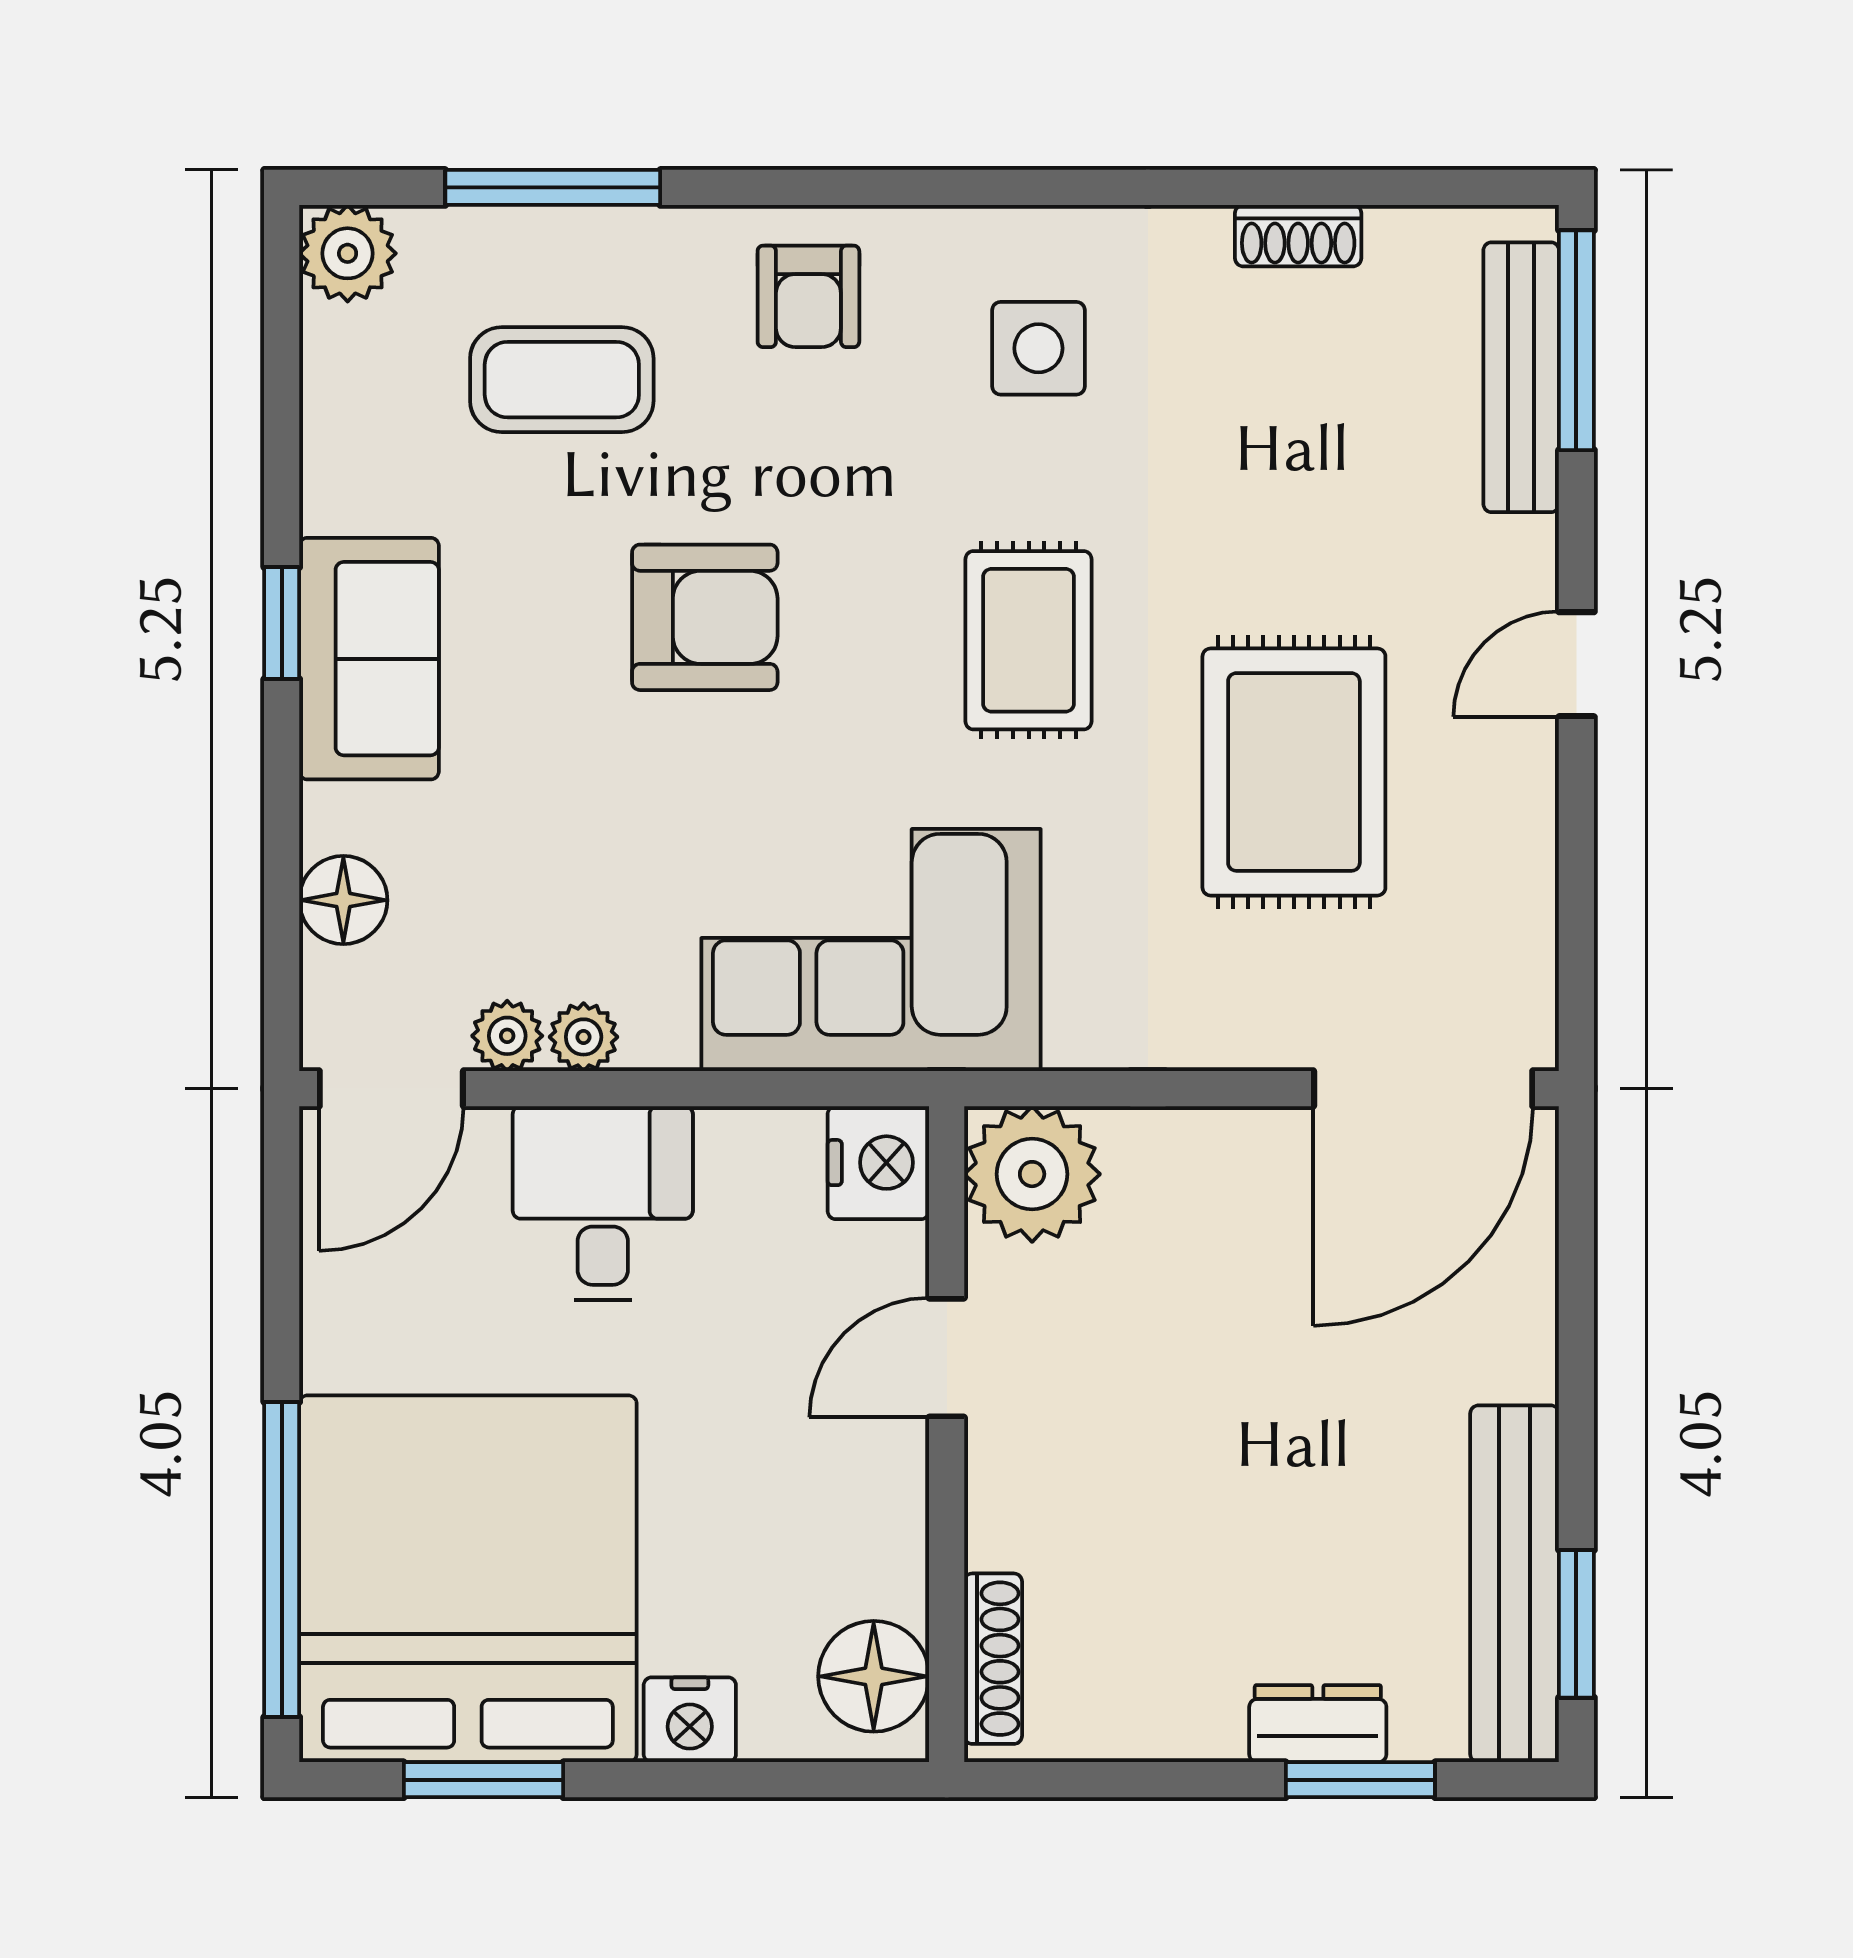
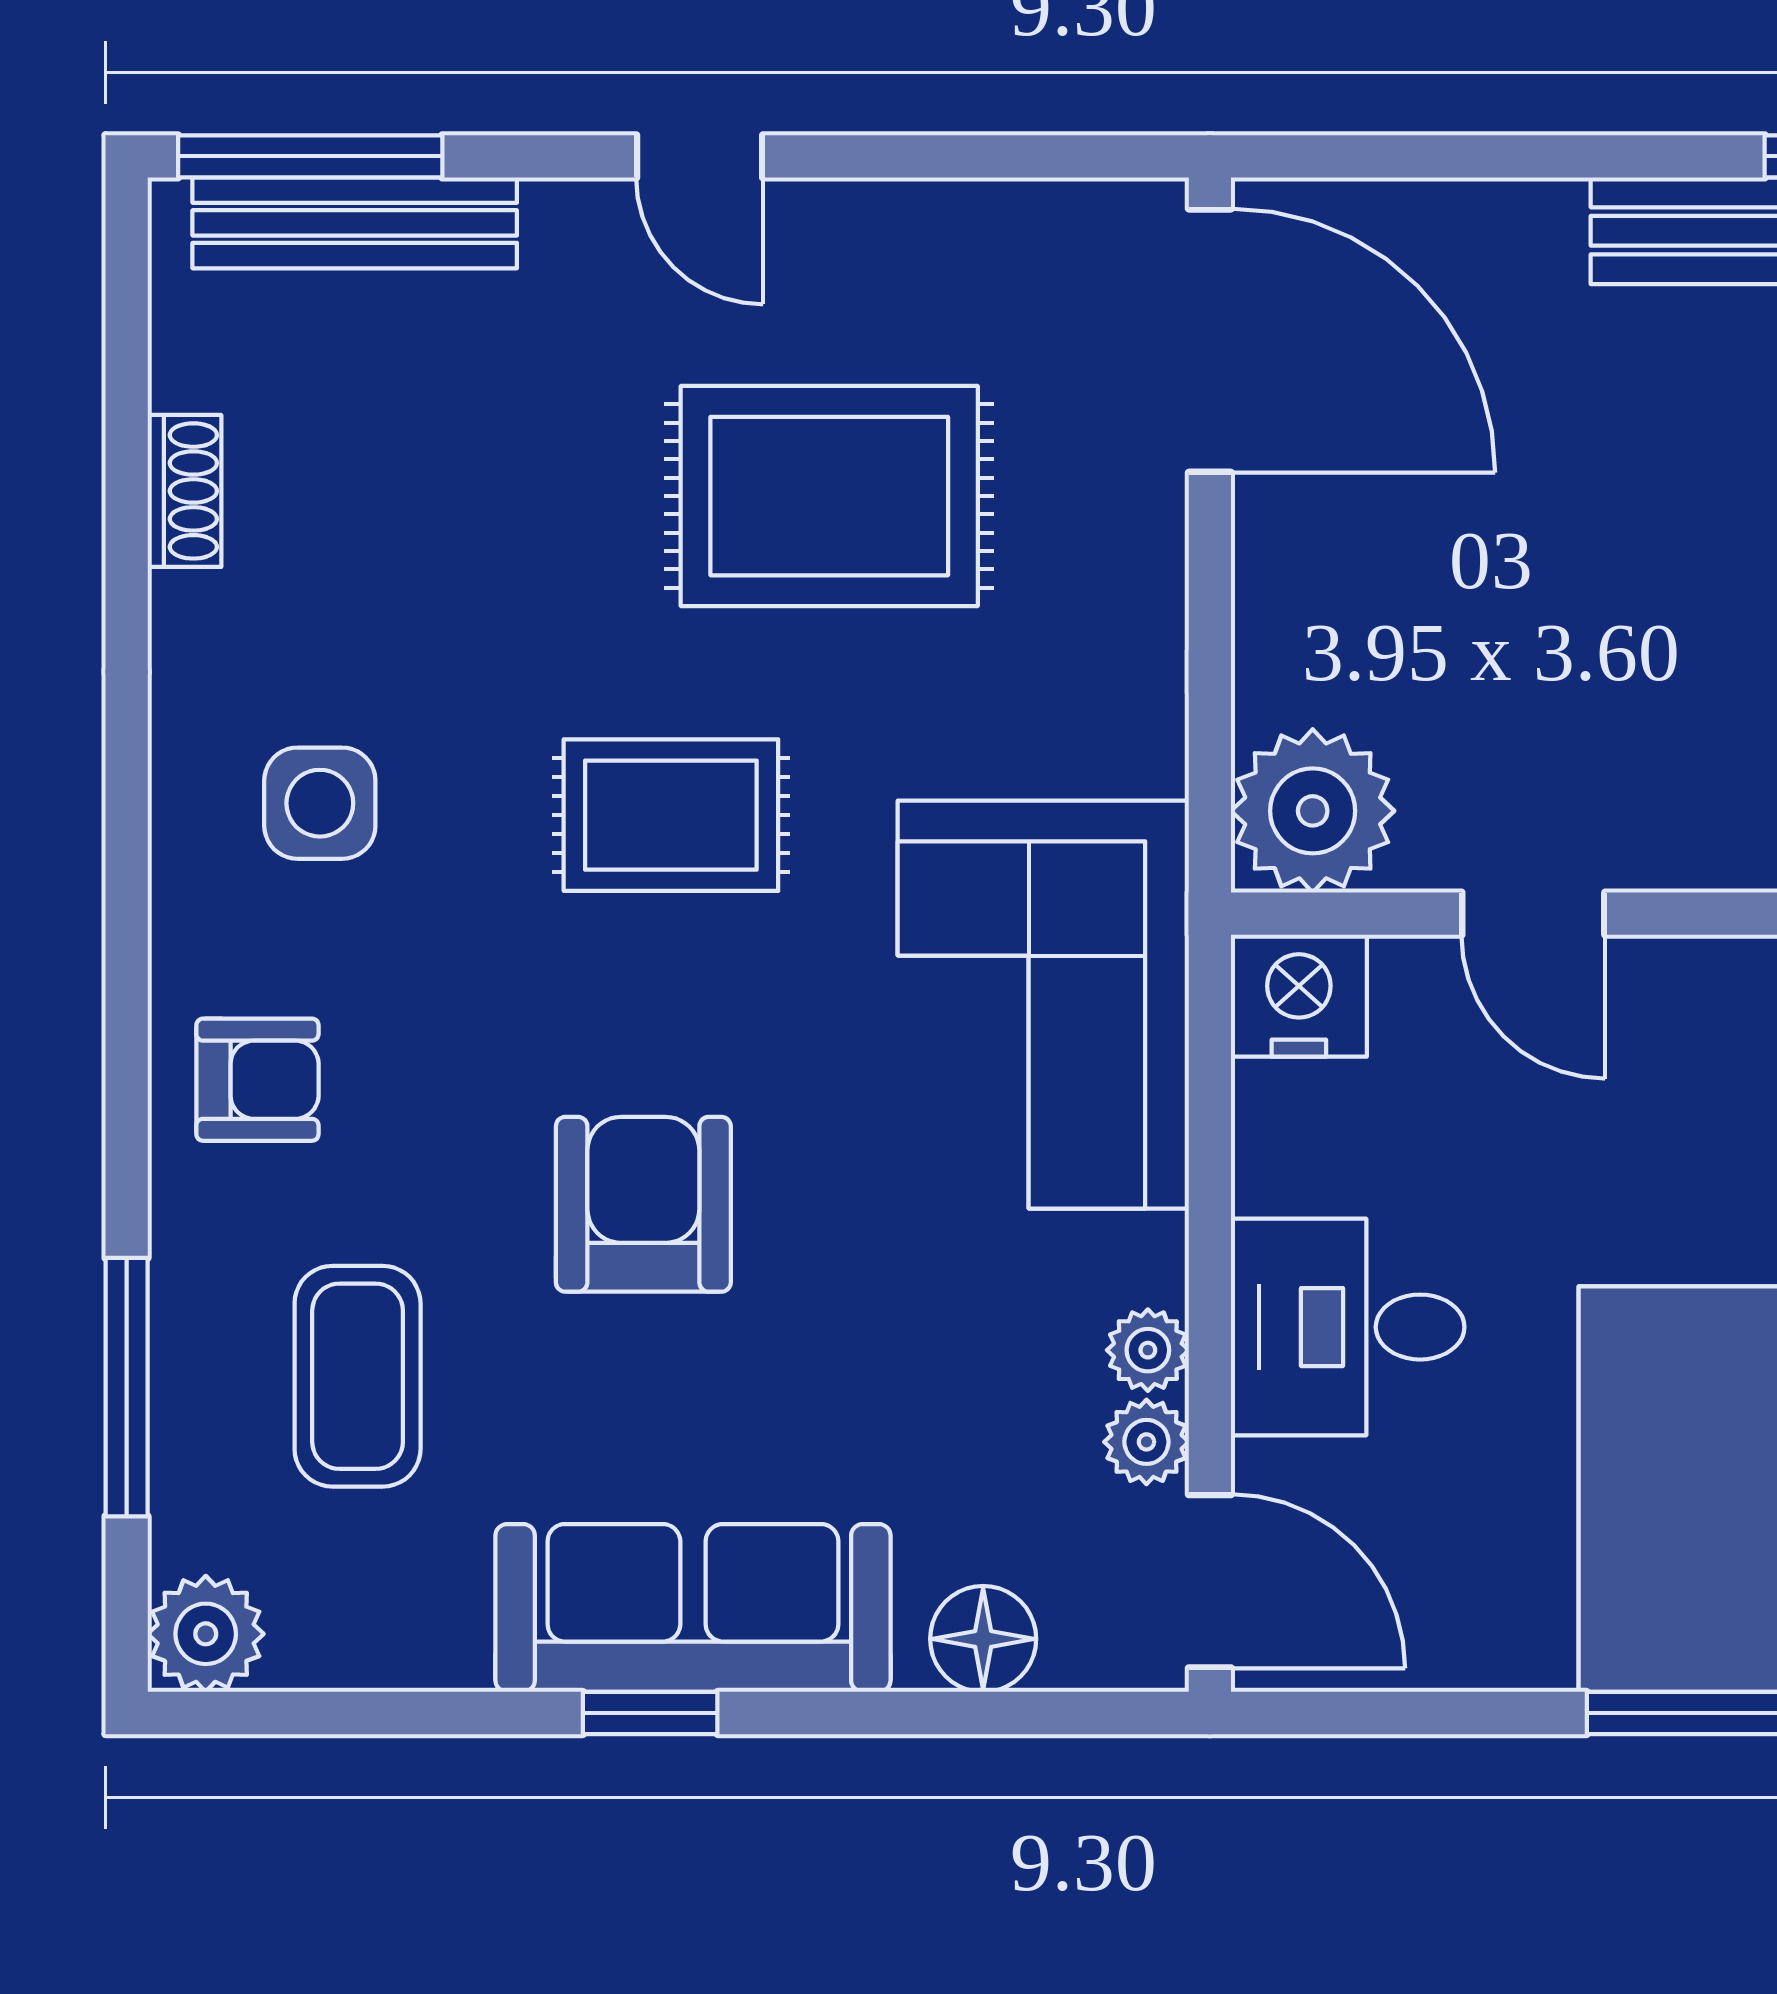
sofa: (369, 659) -> (693, 1608), width x1.36

